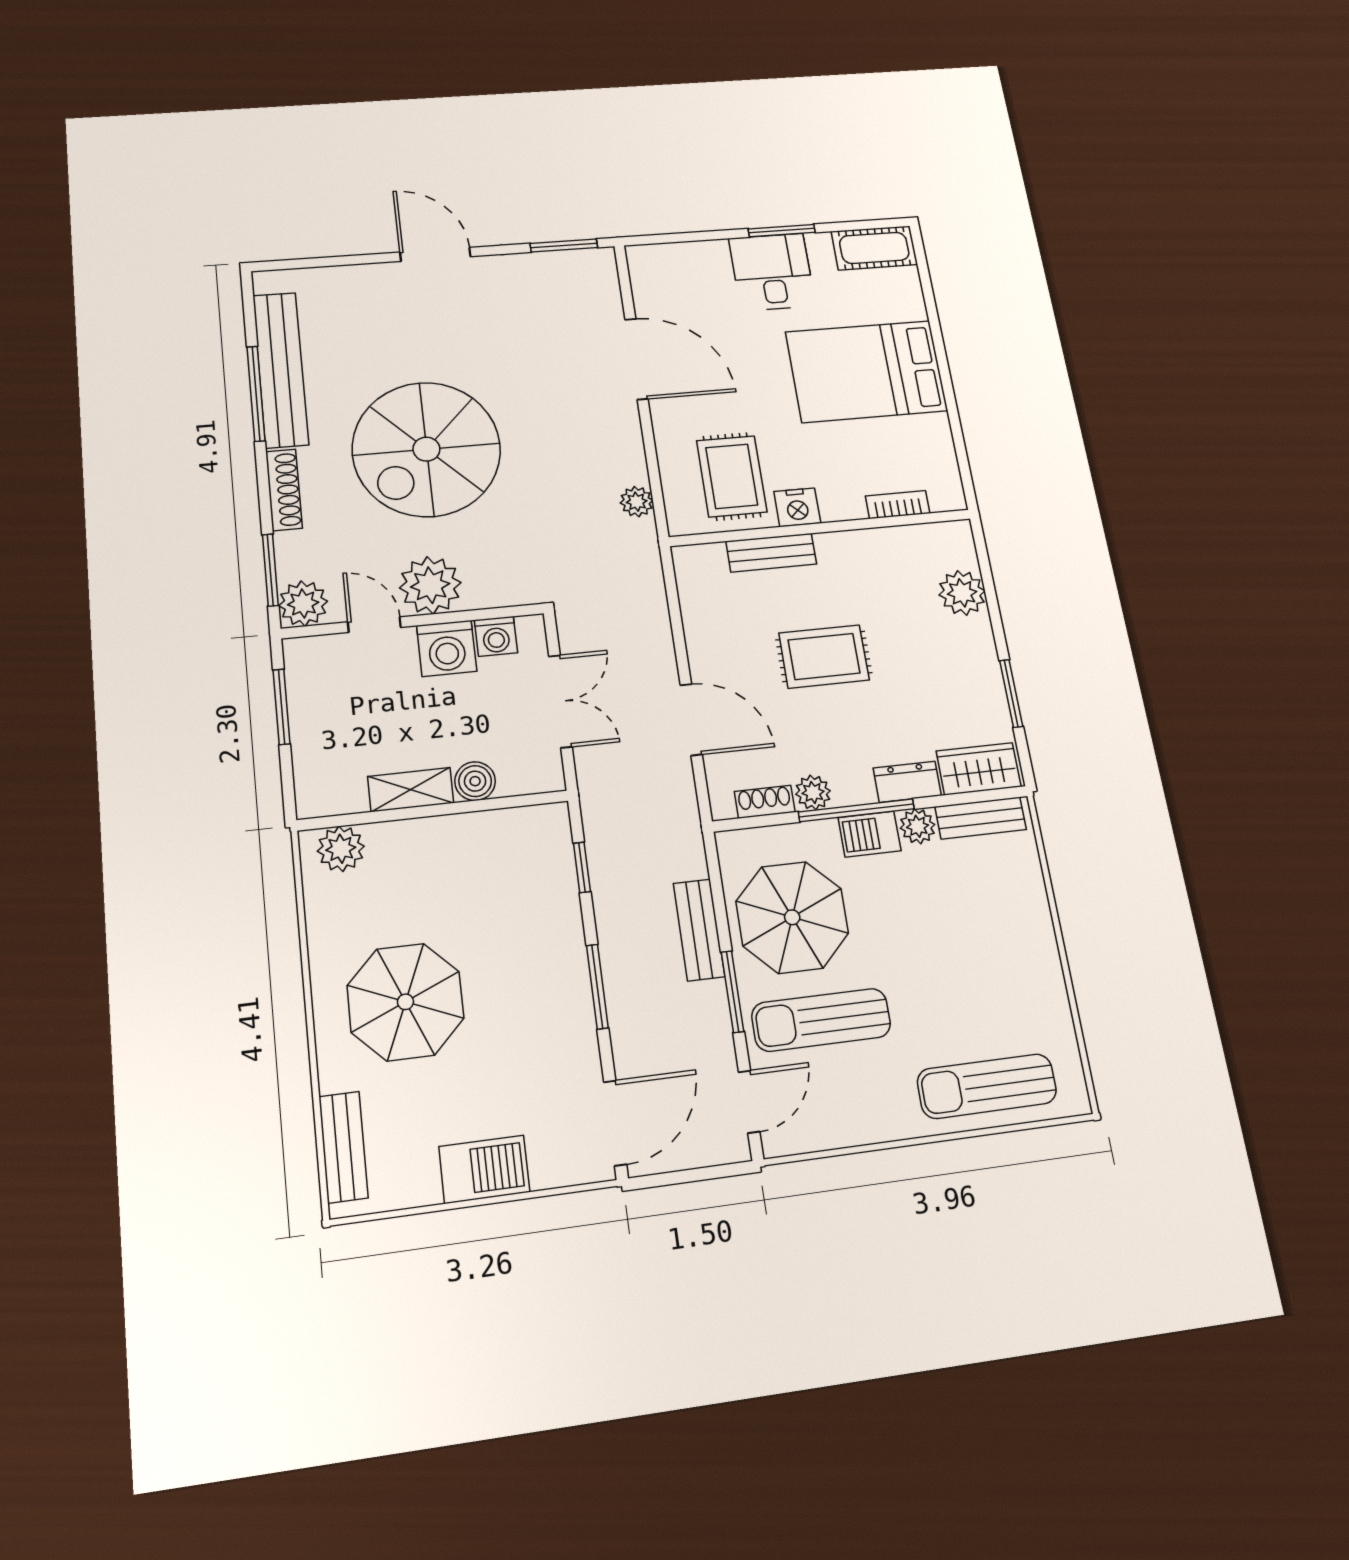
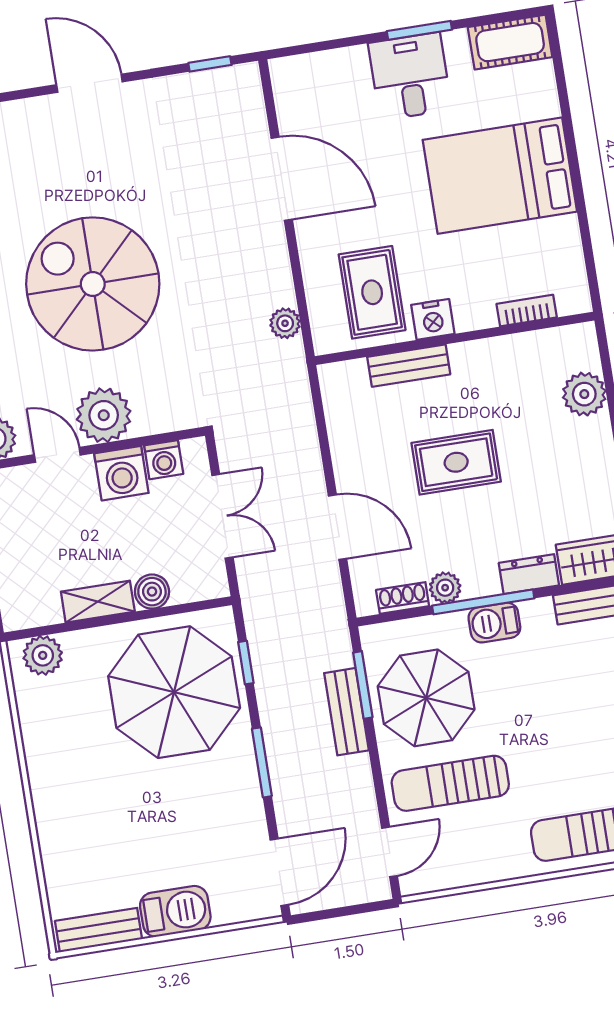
window: (564, 246) -> (210, 64), width x0.67
spiral stairs: (426, 449) -> (93, 284), turned 90
plant: (918, 826) -> (537, 614), removed
window: (732, 992) -> (363, 685), moved
parasol: (405, 1002) -> (174, 692), moved, width x1.36, depth x1.36
bench: (343, 1147) -> (99, 930), moved, turned 90

